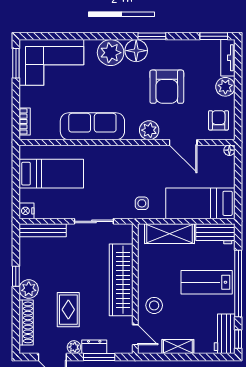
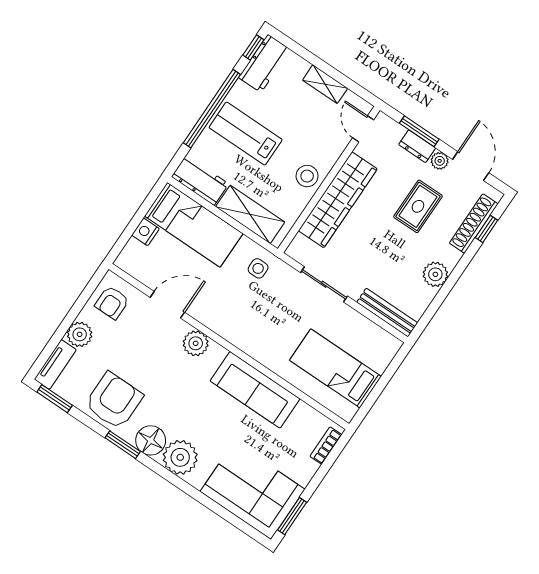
armchair: (167, 87) -> (114, 401), moved
door: (183, 142) -> (167, 305), hinge flipped
floor lamp: (229, 150) -> (122, 262), removed
nightstand: (27, 211) -> (146, 232), moved, turned 180
window: (16, 276) -> (487, 229), moved
lab bench: (207, 282) -> (246, 134), turned 180
plant: (29, 289) -> (435, 274), moved
stool: (154, 305) -> (307, 176), moved

